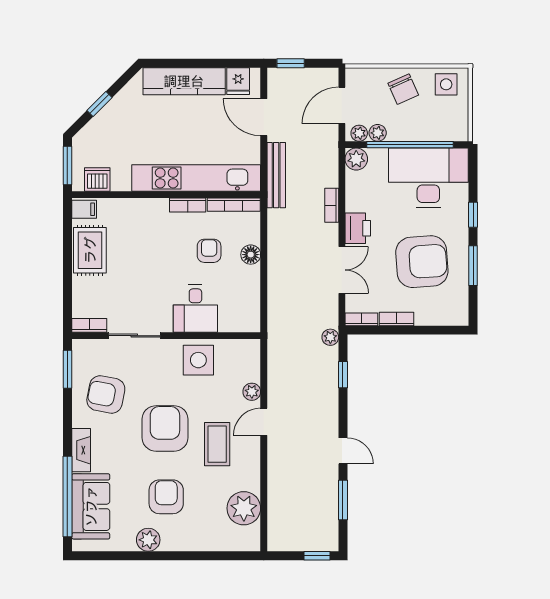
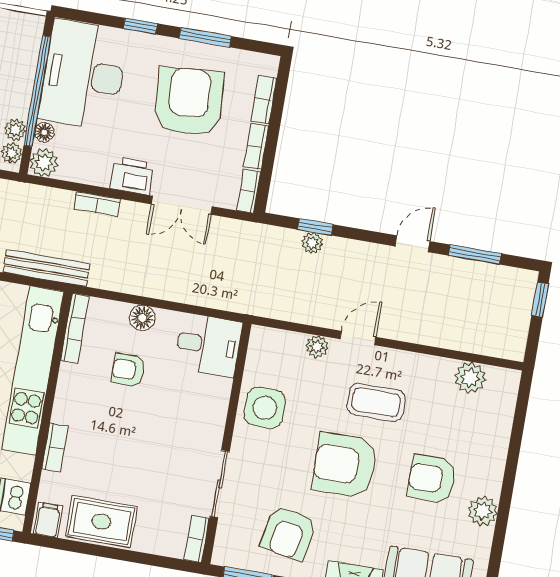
floor lamp: (379, 155) -> (44, 132), added
bookcase: (188, 205) -> (55, 448), moved
double door: (342, 270) -> (182, 205), swing flipped
desk: (195, 309) -> (208, 345), moved
bookcase: (433, 319) -> (264, 99), added
plant: (330, 337) -> (312, 243), moved
door: (264, 422) -> (358, 338), swing flipped
plant: (244, 508) -> (470, 378), width x0.73, depth x0.73

